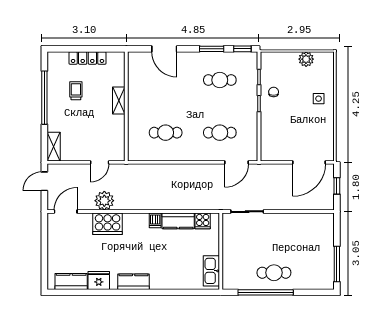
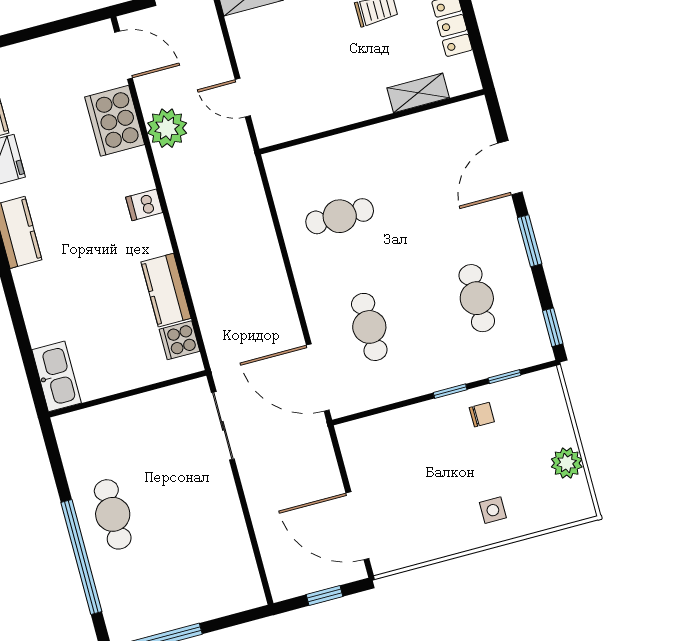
window: (212, 49) -> (530, 241), moved
shelving: (119, 101) -> (418, 93), moved
cafe table: (166, 133) -> (340, 216), turned 90
door: (237, 162) -> (318, 378), width x1.36
dishwasher: (155, 220) -> (144, 205), moved
cooker: (108, 224) -> (115, 121), moved
kitchen sink: (211, 271) -> (57, 376), moved, turned 90
window: (266, 292) -> (81, 557), moved

